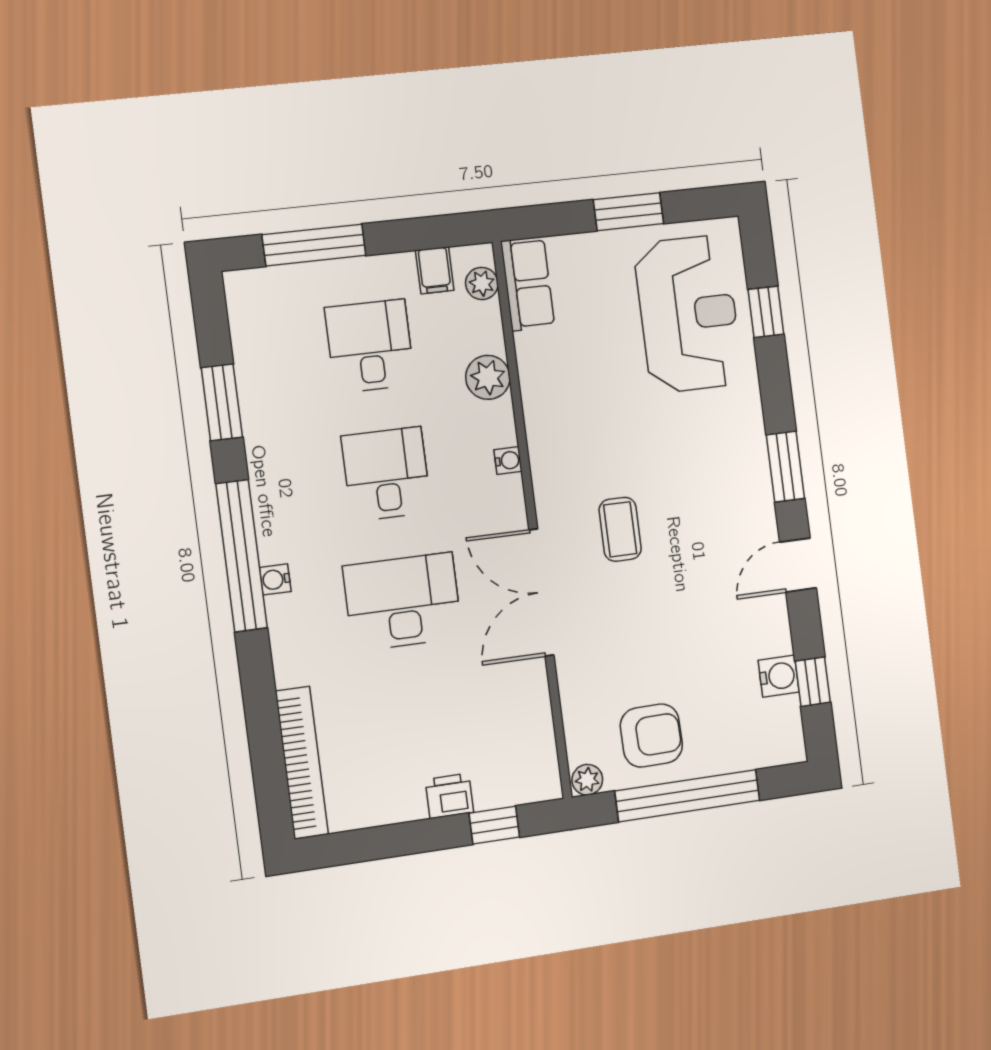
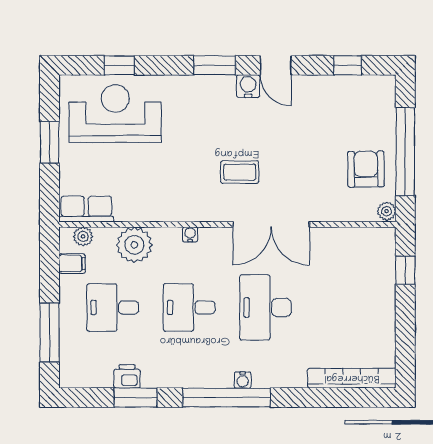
plant: (488, 377) -> (134, 245), width x1.36, depth x1.36
water cooler: (779, 676) -> (248, 86), moved
printer: (449, 796) -> (127, 376), moved, turned 90

